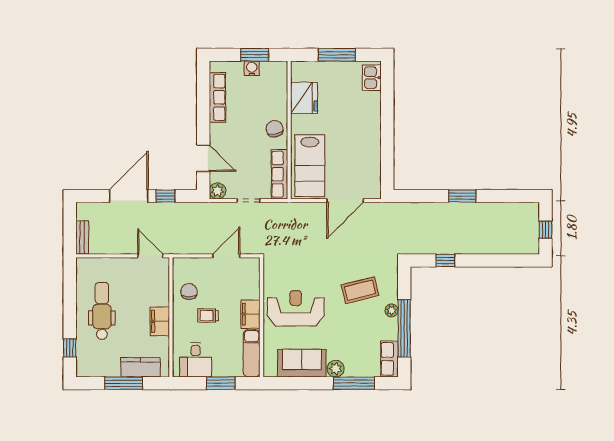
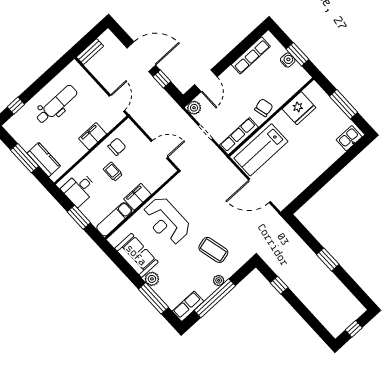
reception desk: (296, 308) -> (166, 221), turned 180
filing cabinet: (160, 321) -> (93, 136), moved

